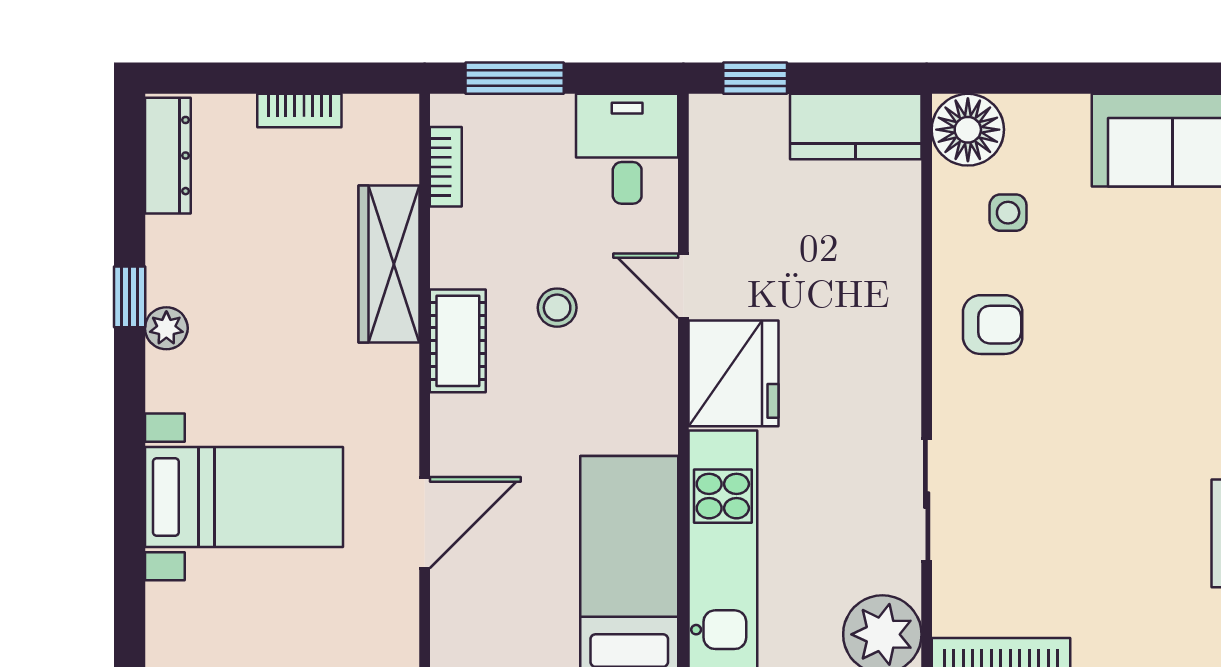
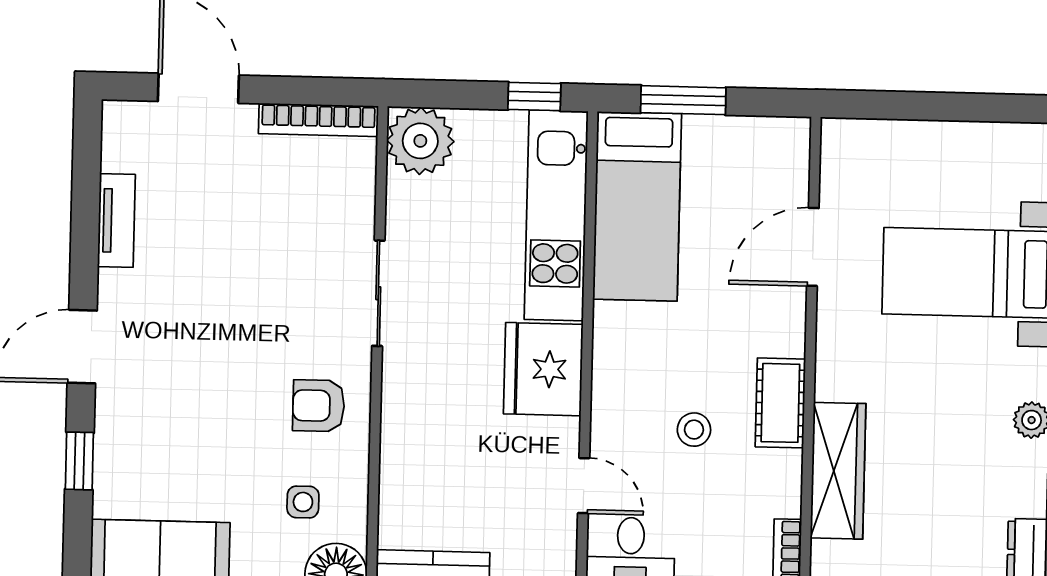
door: (683, 286) -> (584, 486), moved
sliding door: (927, 500) -> (378, 293), moved

